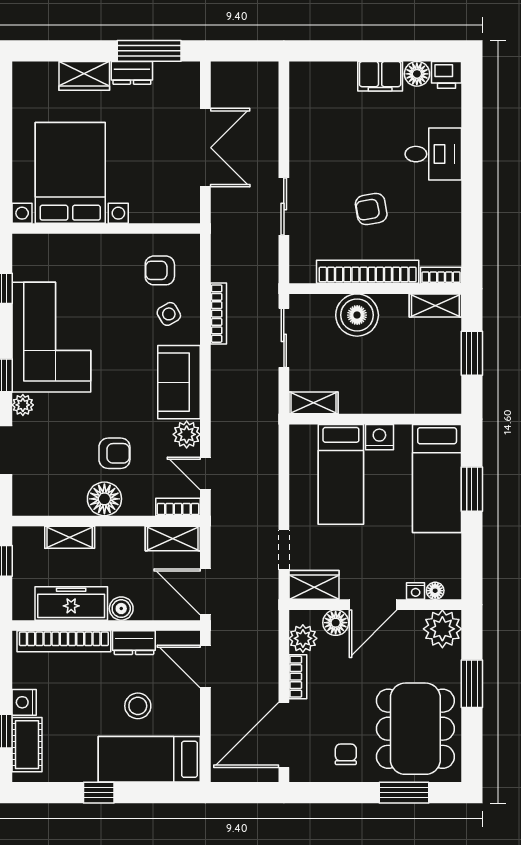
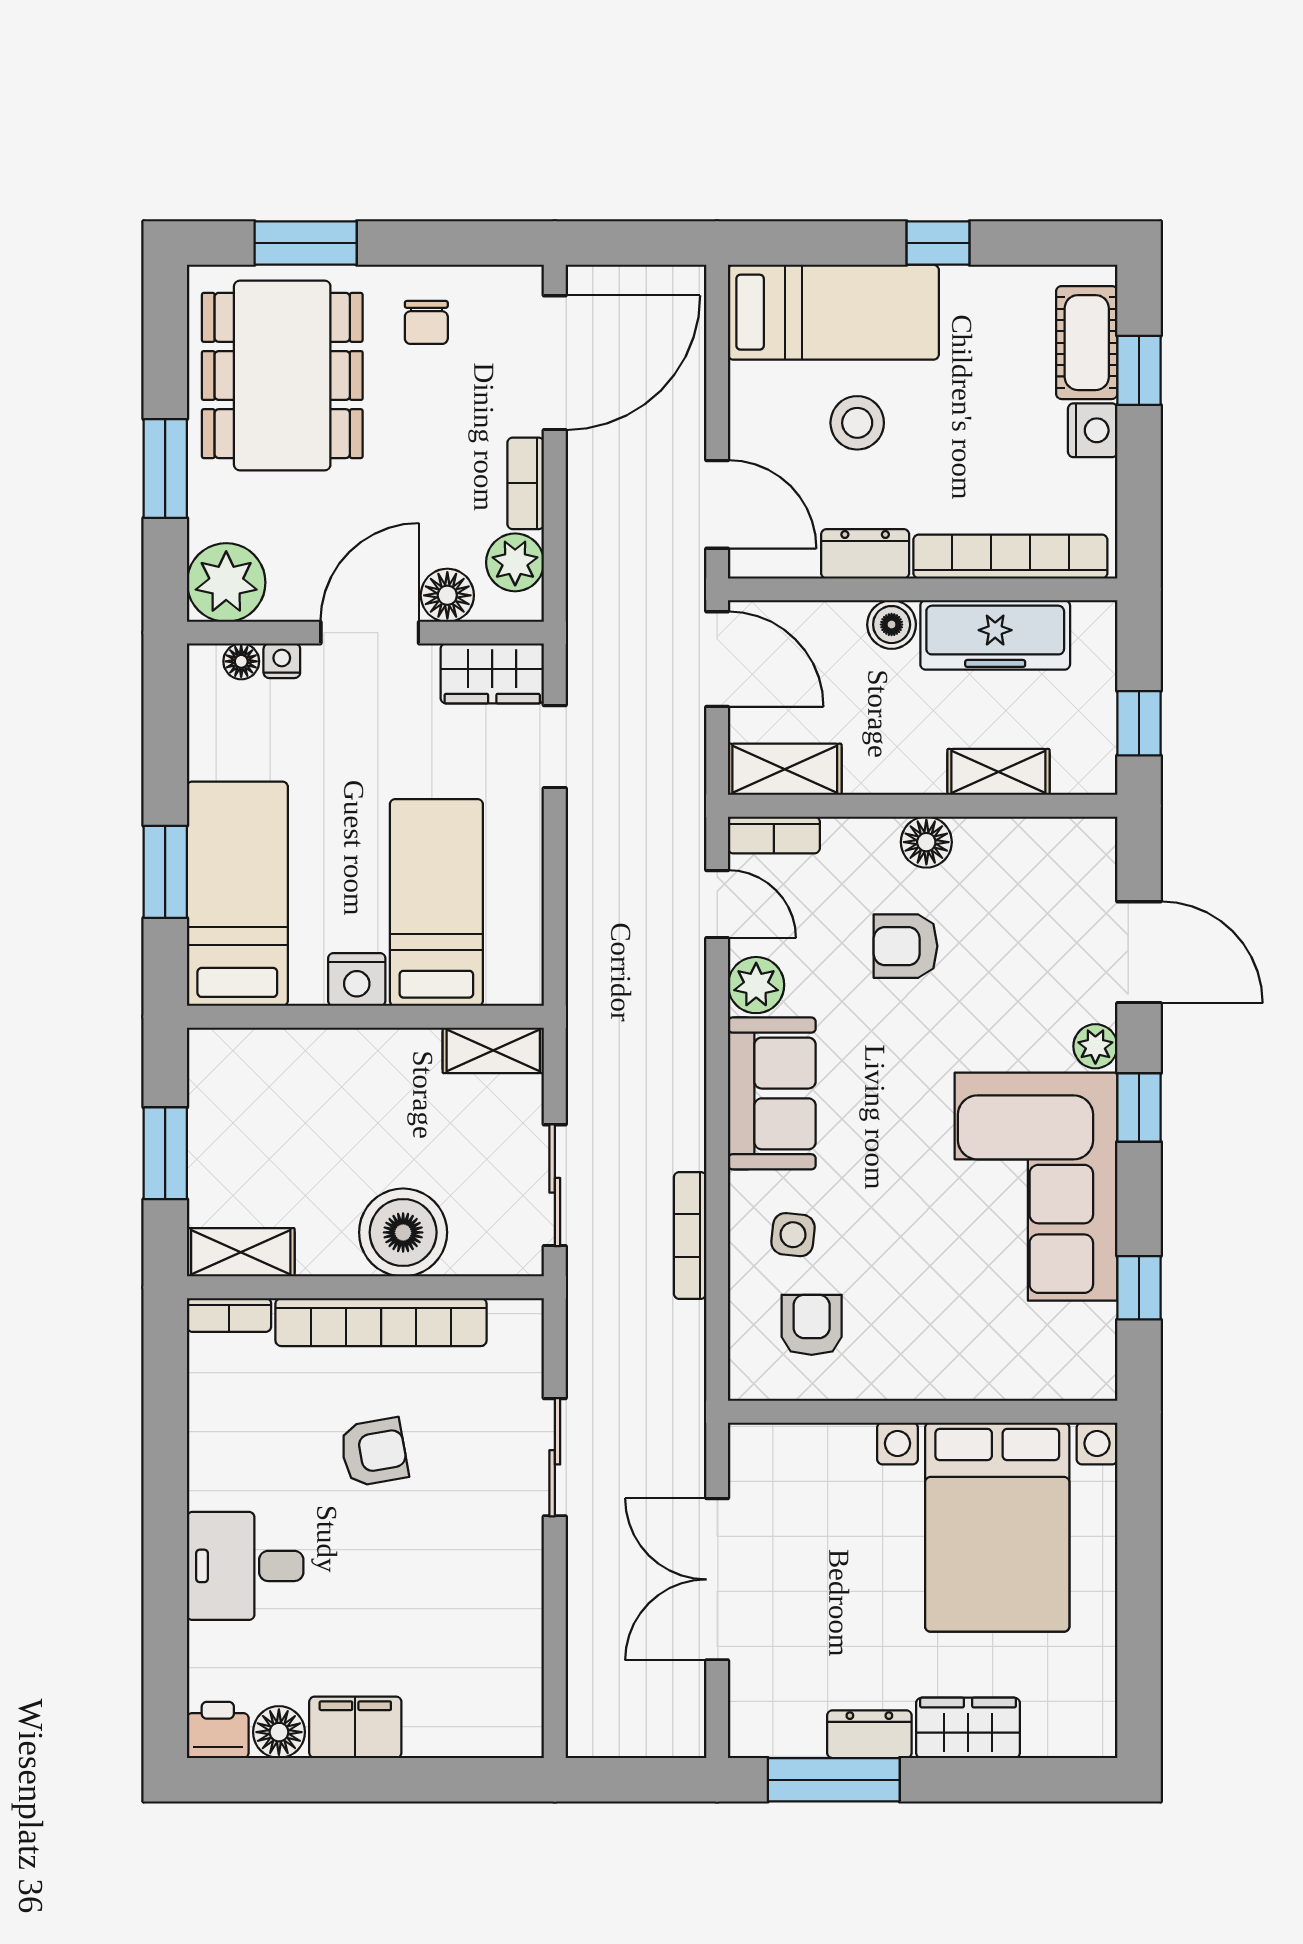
armchair: (160, 270) -> (812, 1325), turned -90
side table: (169, 314) -> (793, 1235), turned 36
floor lamp: (104, 499) -> (926, 842), width x0.73, depth x0.73

